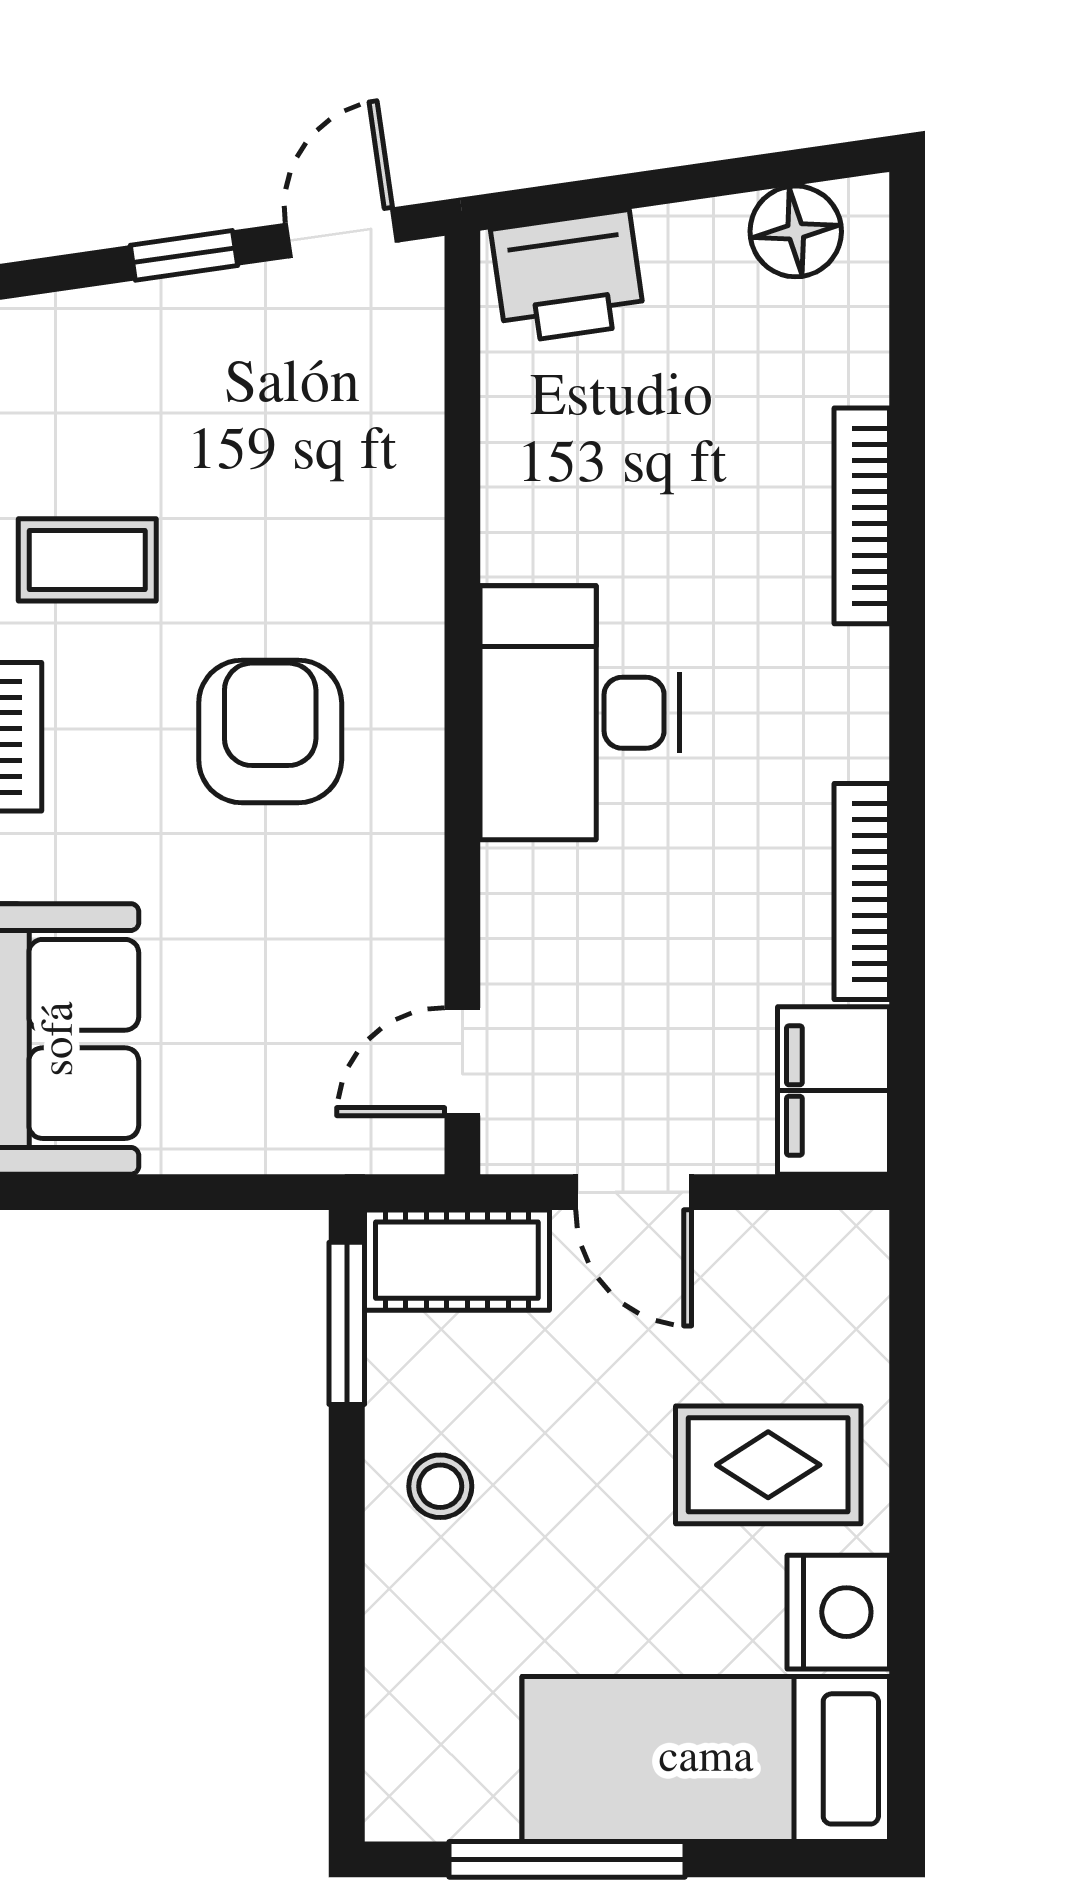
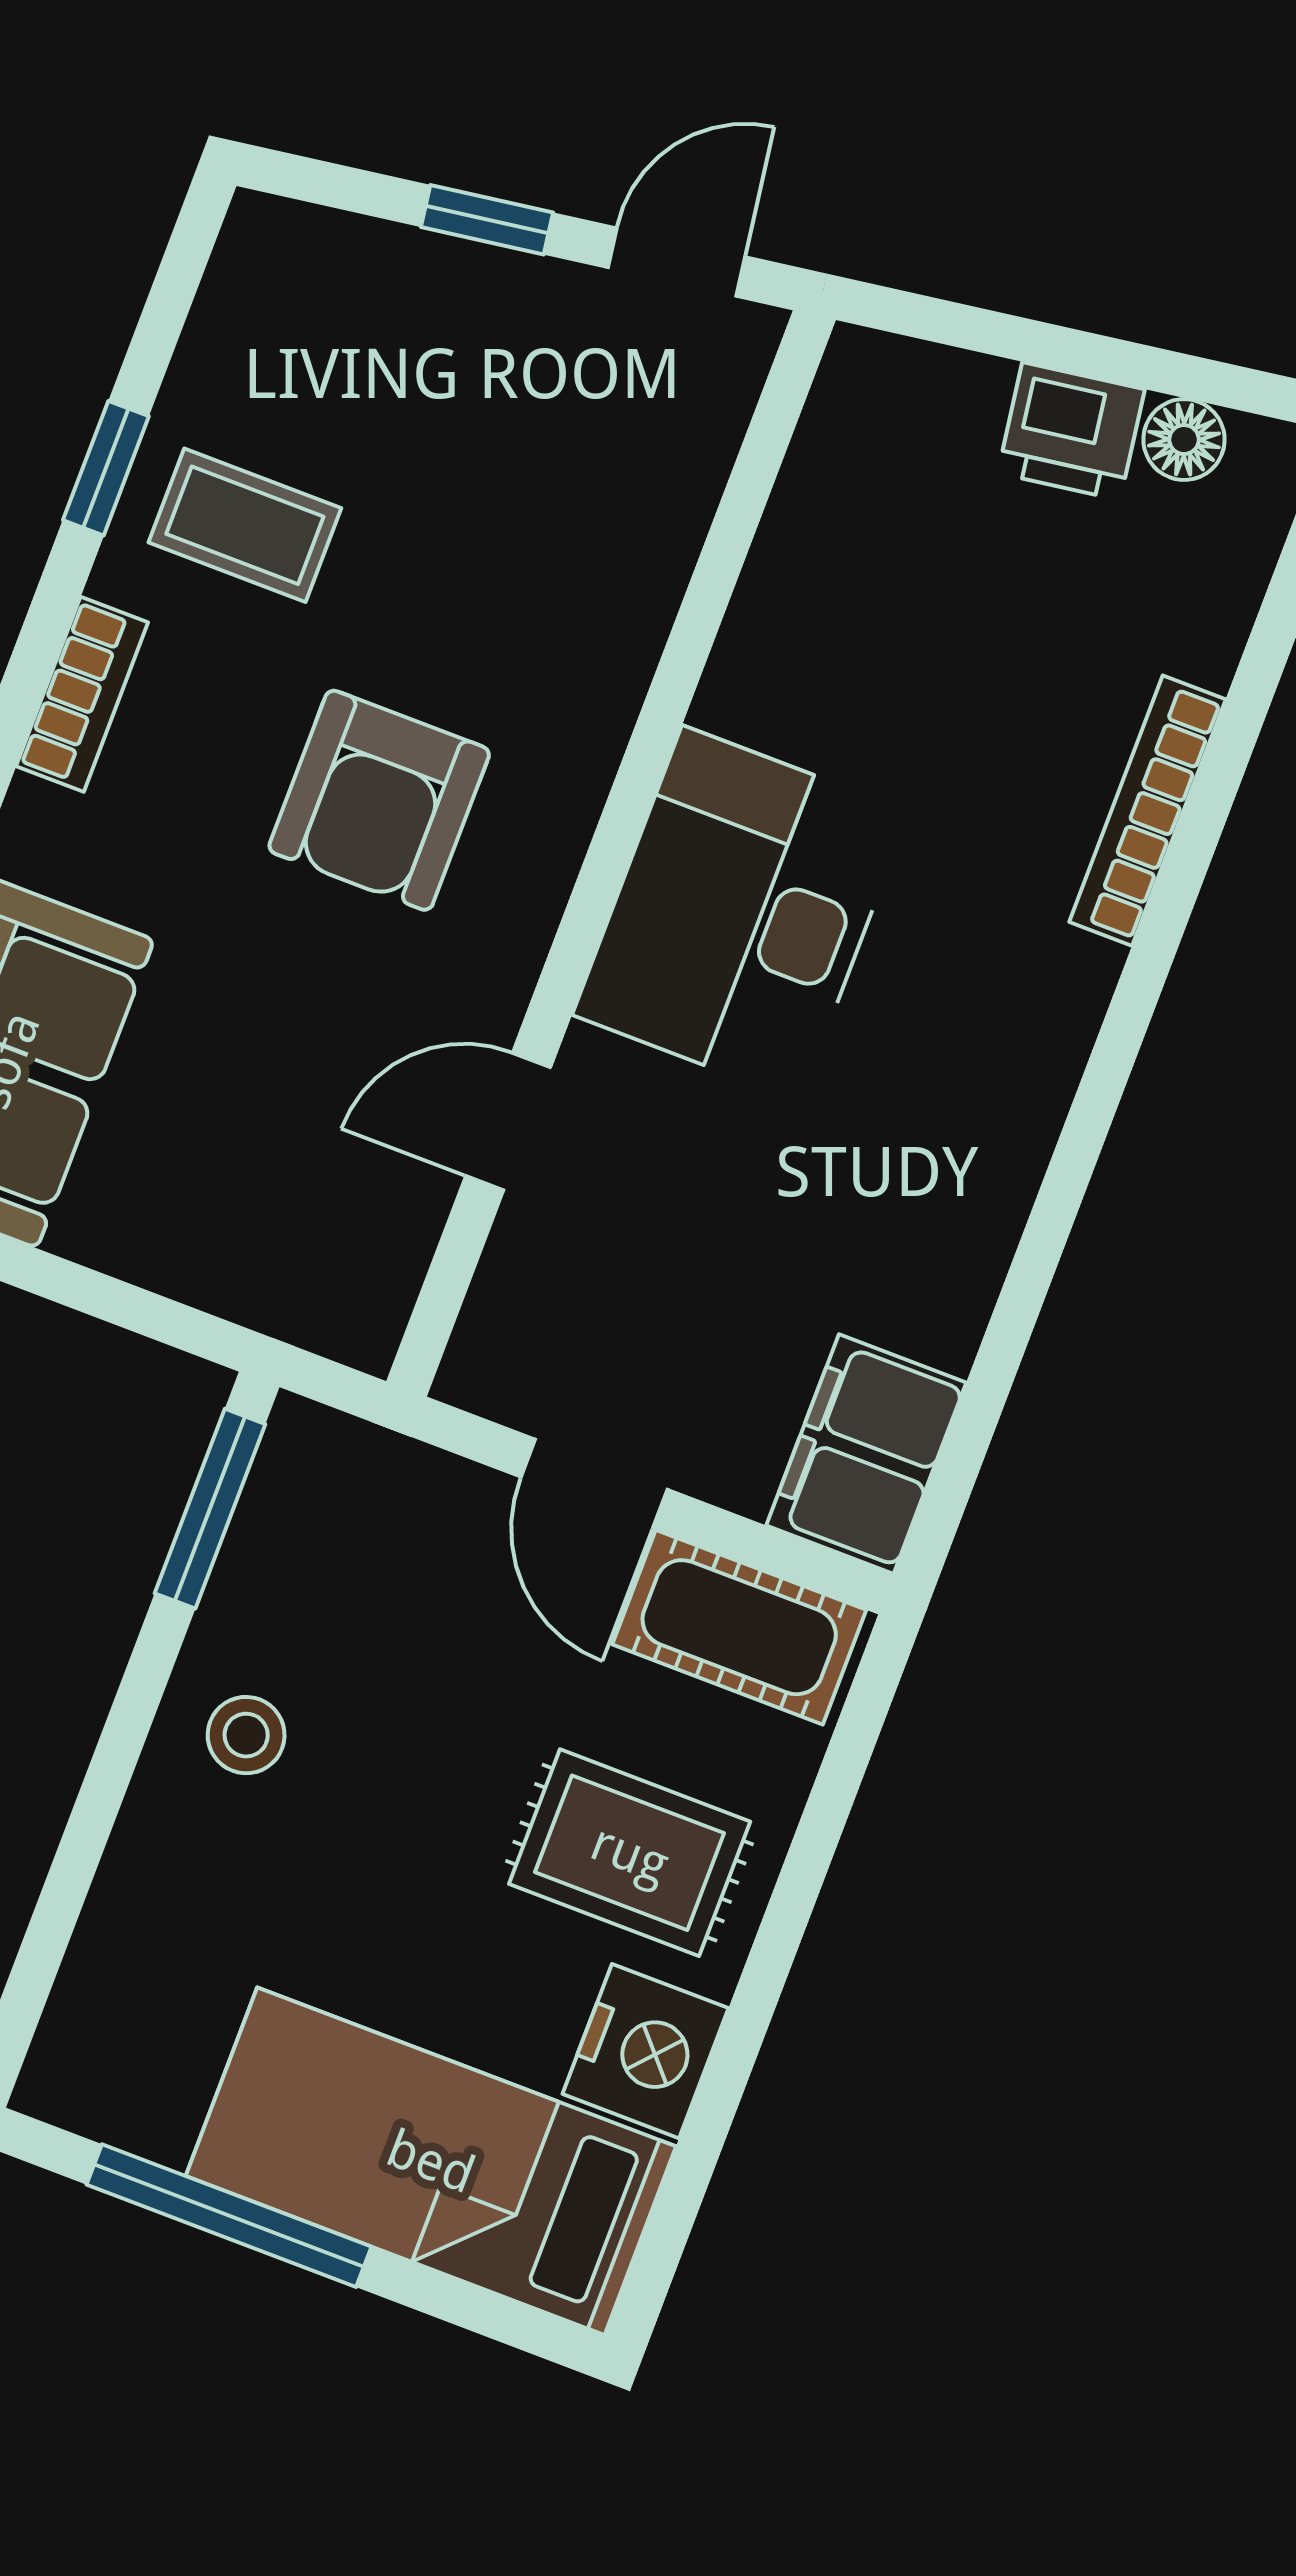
floor lamp: (796, 231) -> (1184, 440), width x0.73, depth x0.73
printer: (568, 277) -> (1071, 431), moved, width x0.73, depth x0.81
armchair: (270, 731) -> (379, 800), turned 180
bookcase: (862, 891) -> (985, 1239), removed
door: (462, 1062) -> (508, 1122), moved
cot: (457, 1260) -> (739, 1627), moved

